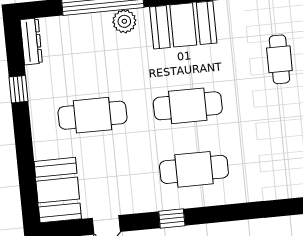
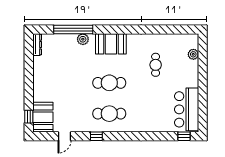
window: (19, 89) -> (29, 117), moved
cafe table: (92, 115) -> (63, 83), removed

